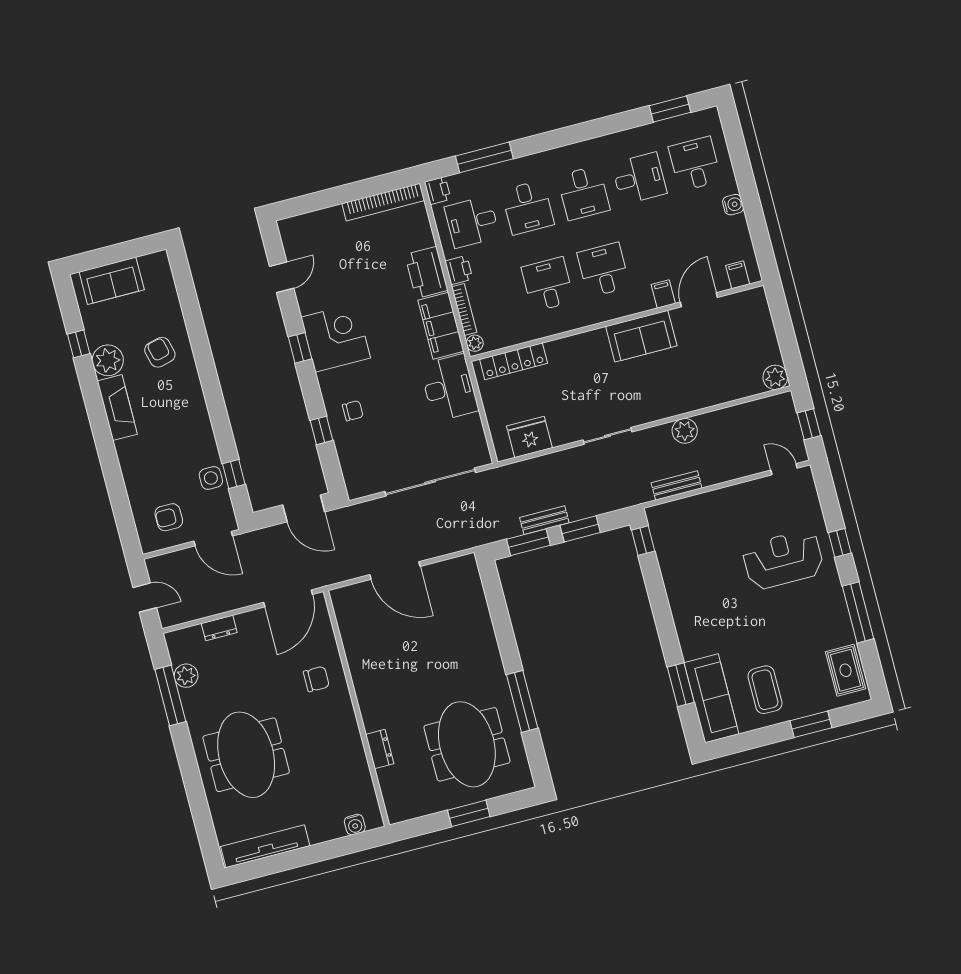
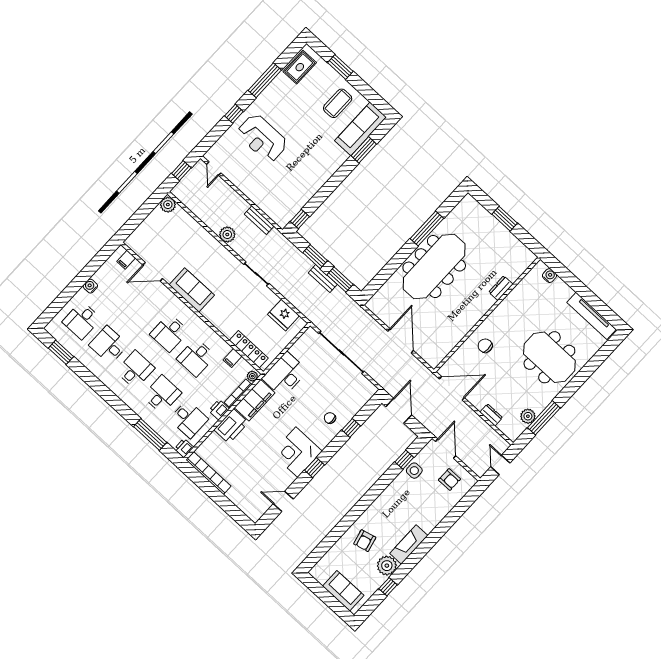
filing cabinet: (663, 294) -> (233, 358), moved
meeting table: (467, 744) -> (434, 267), moved, width x1.36
meeting table: (246, 755) -> (549, 357), turned 90

